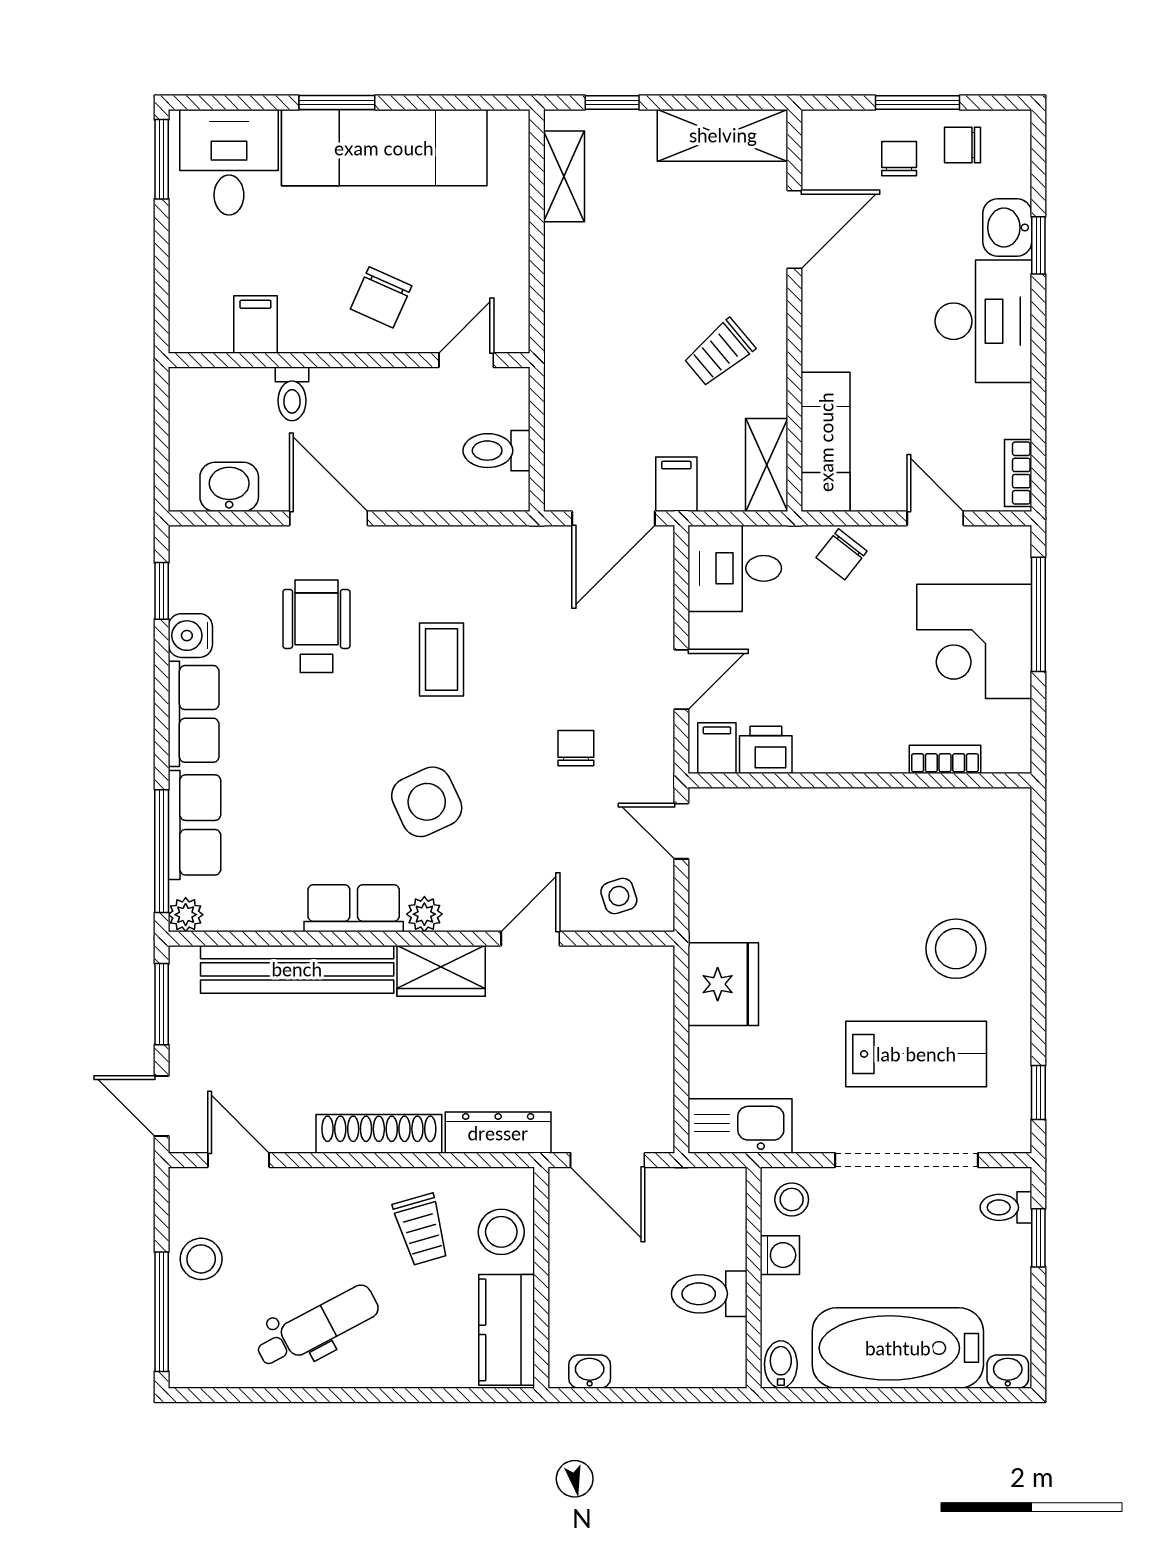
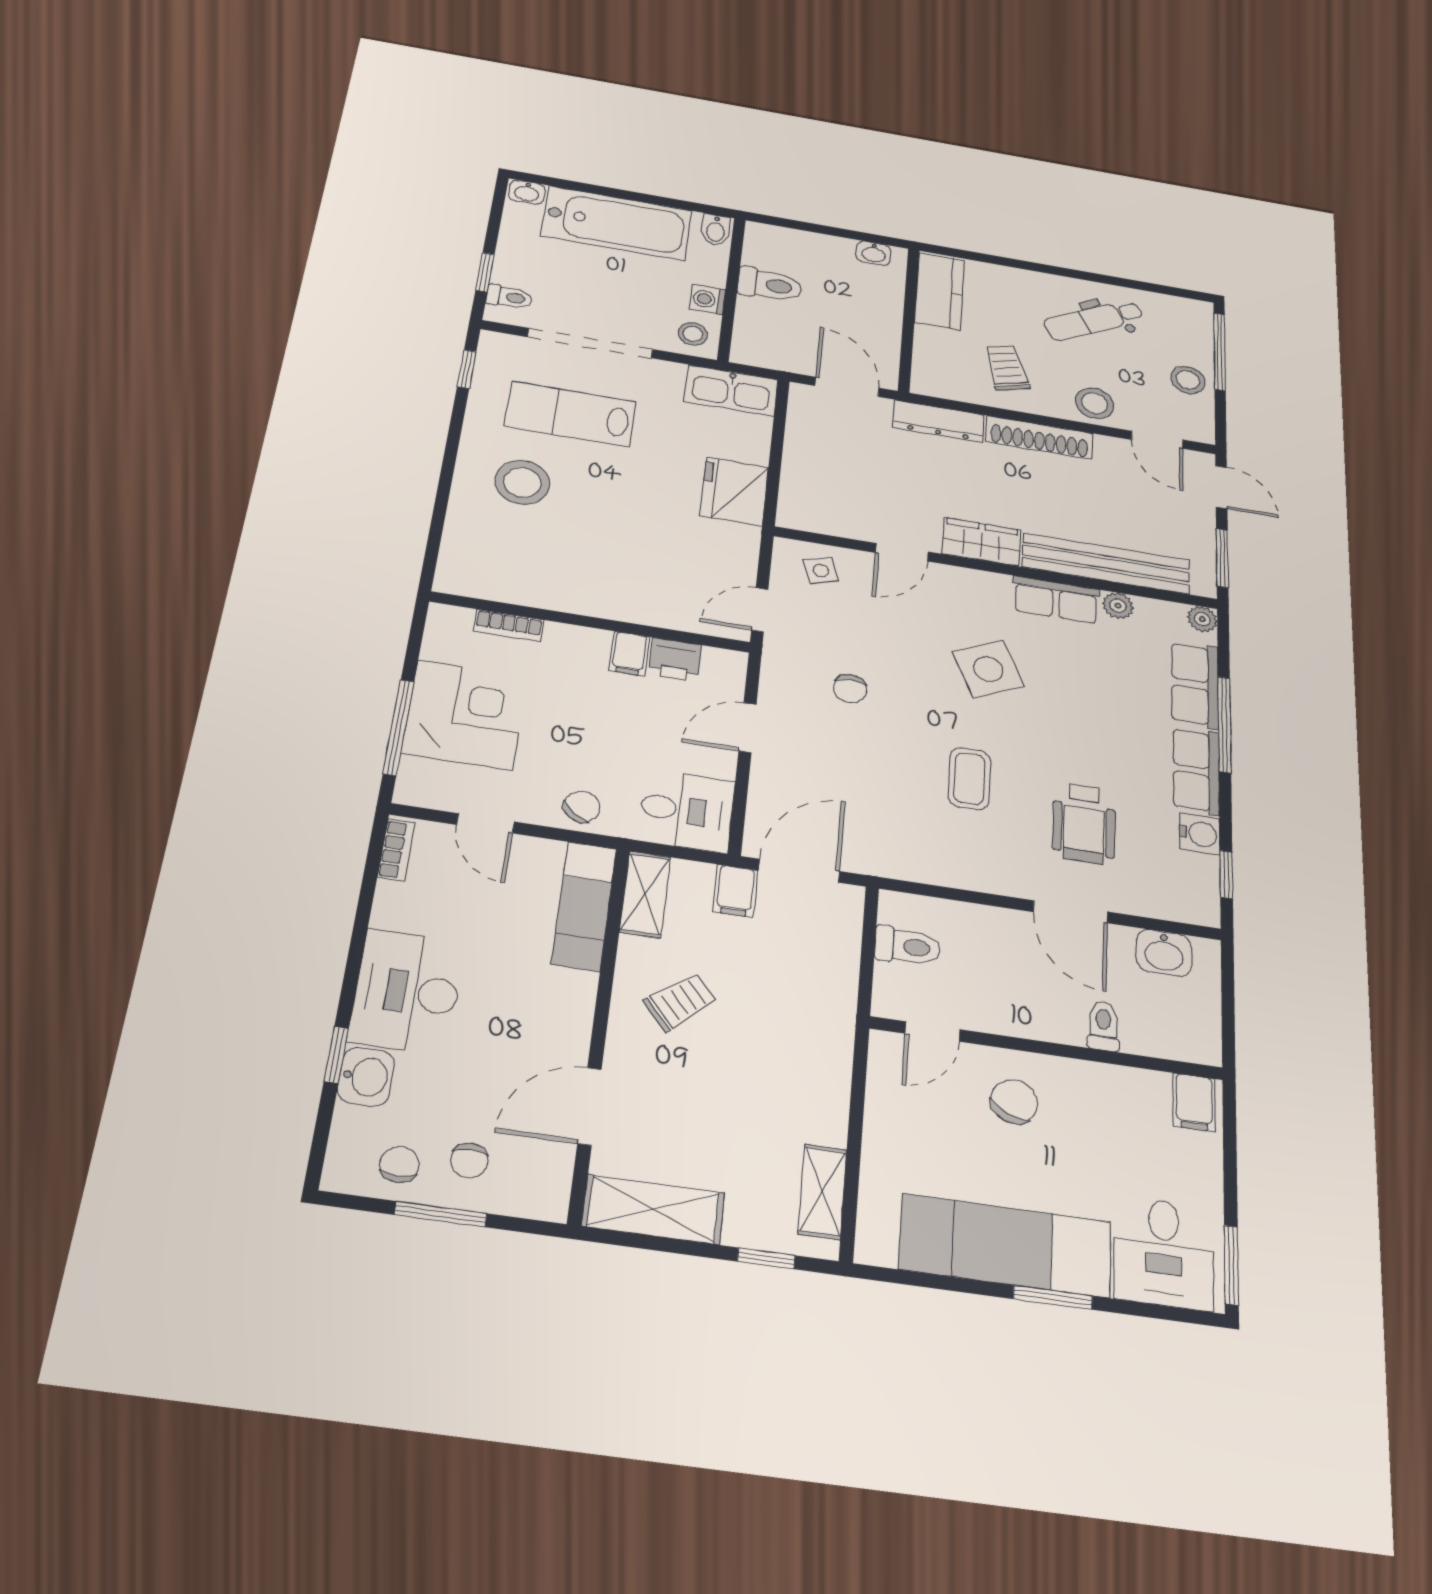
chair: (962, 145) -> (399, 1165), turned -90
filing cabinet: (255, 324) -> (1194, 1102), moved
filing cabinet: (717, 748) -> (629, 654), moved
door: (681, 831) -> (760, 610), swing flipped
window: (162, 851) -> (1224, 724), moved
plant: (424, 914) -> (1118, 606), moved
stool: (501, 1232) -> (1095, 403), moved

